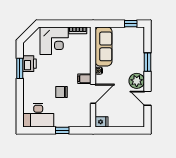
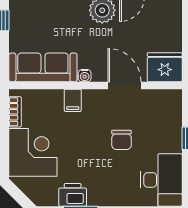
filing cabinet: (84, 79) -> (73, 100), moved
fridge: (102, 122) -> (165, 67), width x1.88, depth x1.34

